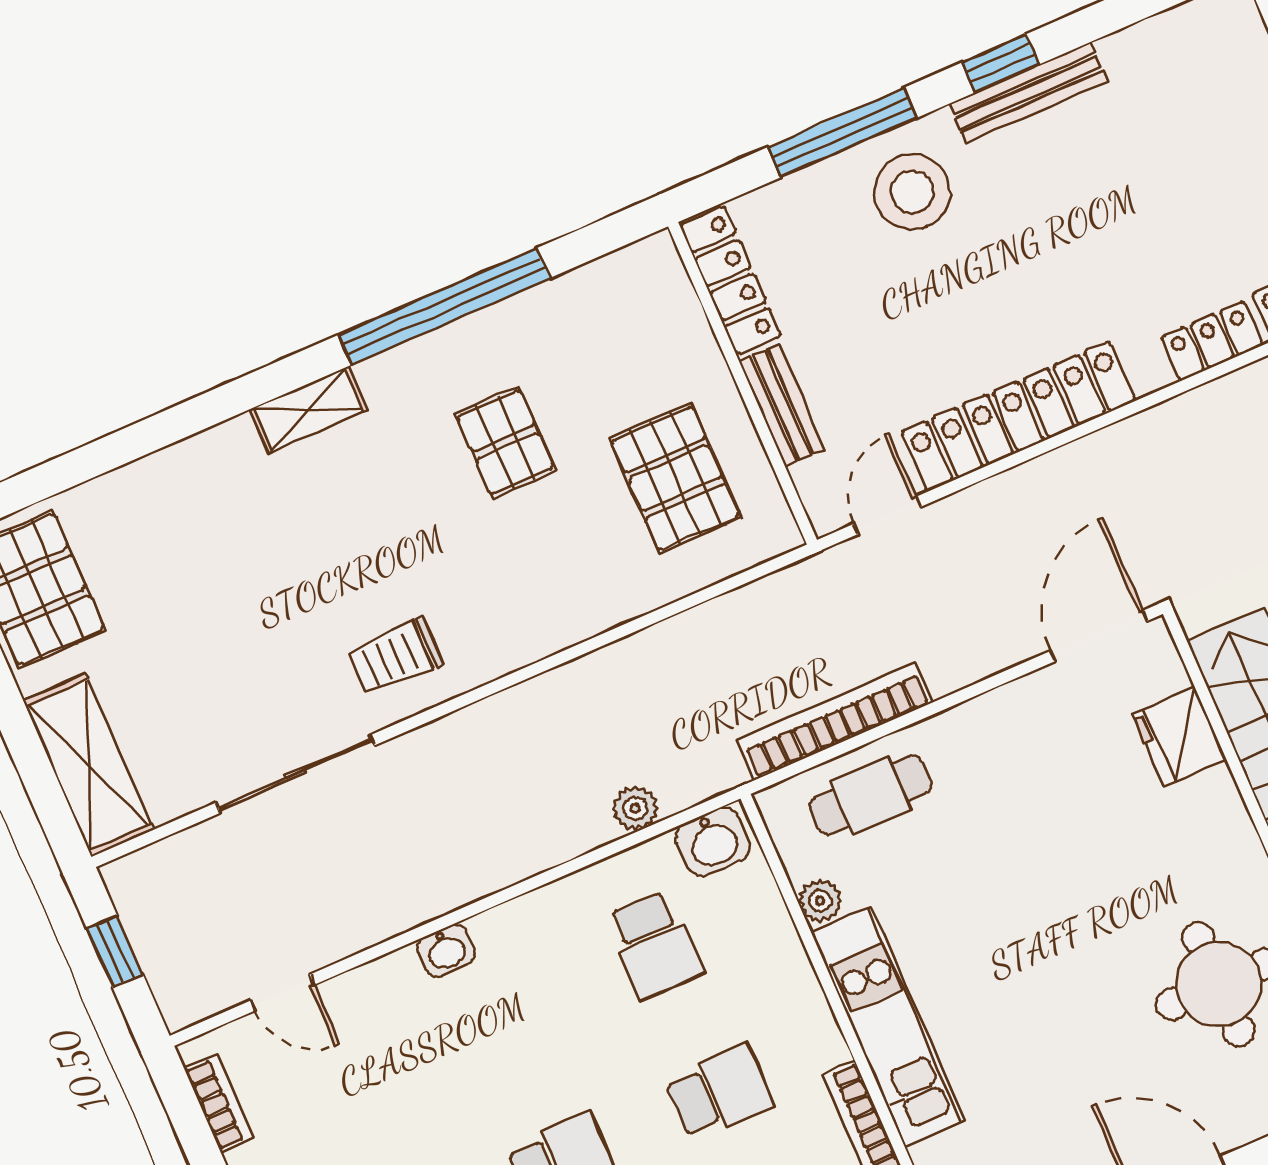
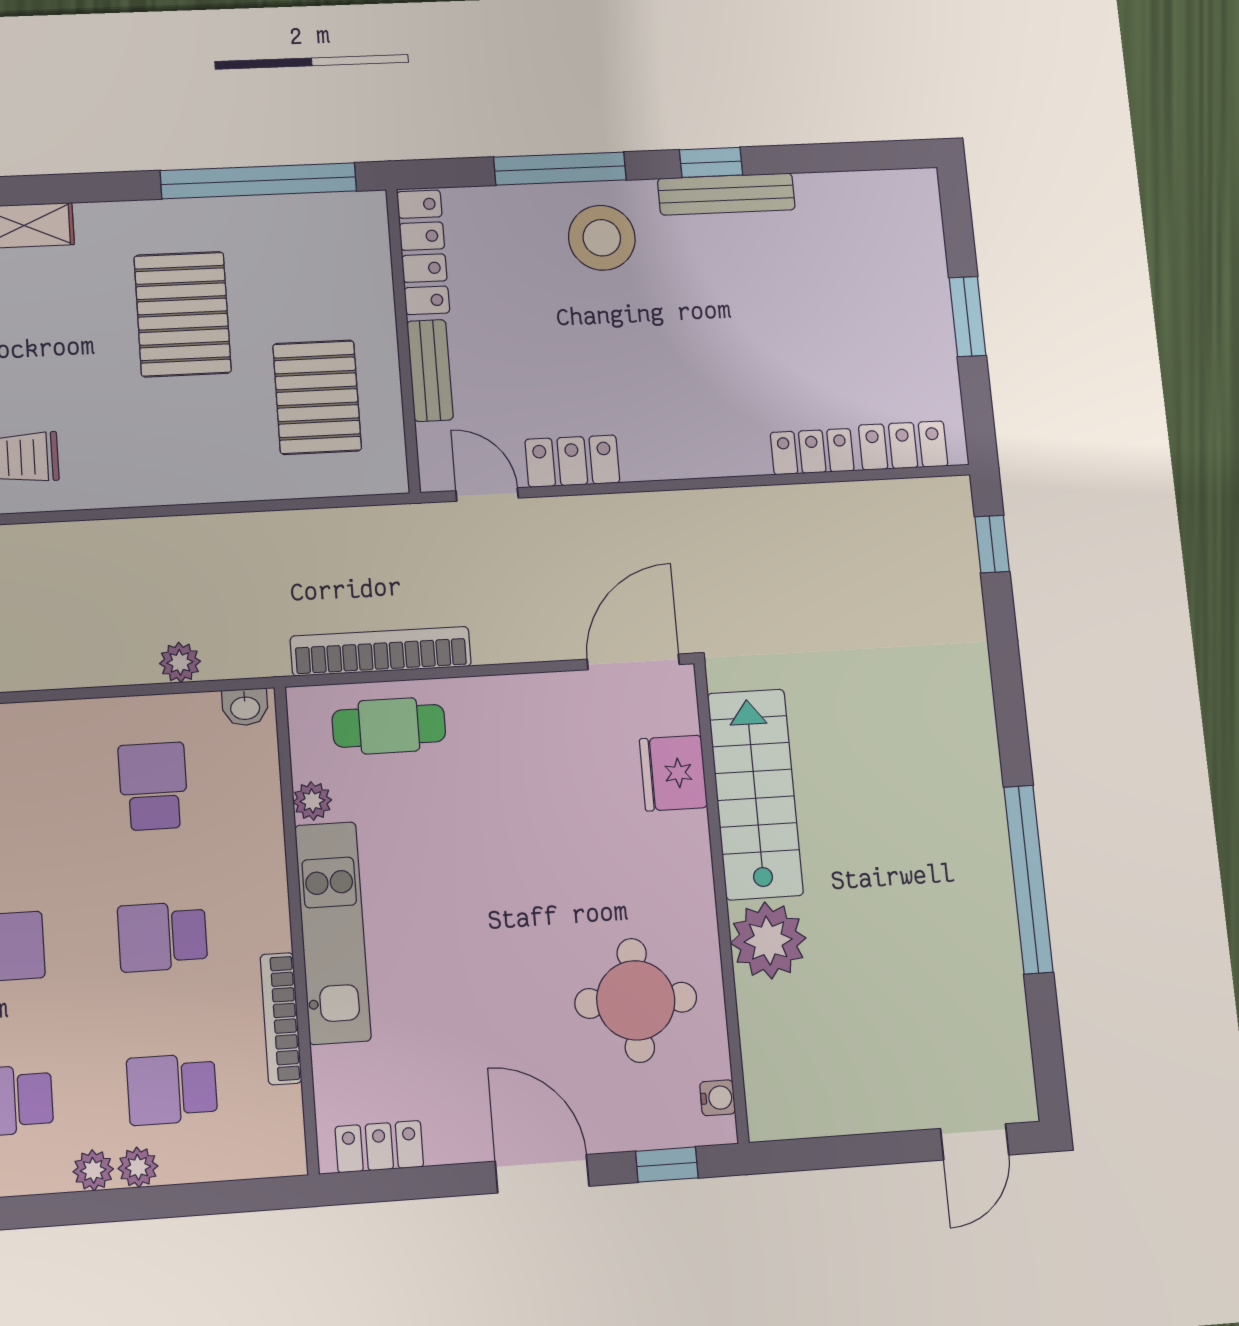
window: (444, 306) -> (258, 181), moved
locker: (1018, 416) -> (572, 461), width x0.46, depth x0.83
pallet: (505, 442) -> (183, 314), width x1.50, depth x1.42
door: (887, 515) -> (487, 494), hinge flipped
washbasin: (713, 842) -> (245, 707), width x0.72, depth x0.69
school desk: (655, 944) -> (153, 786), turned 180
school desk: (719, 1092) -> (163, 937), turned 180

